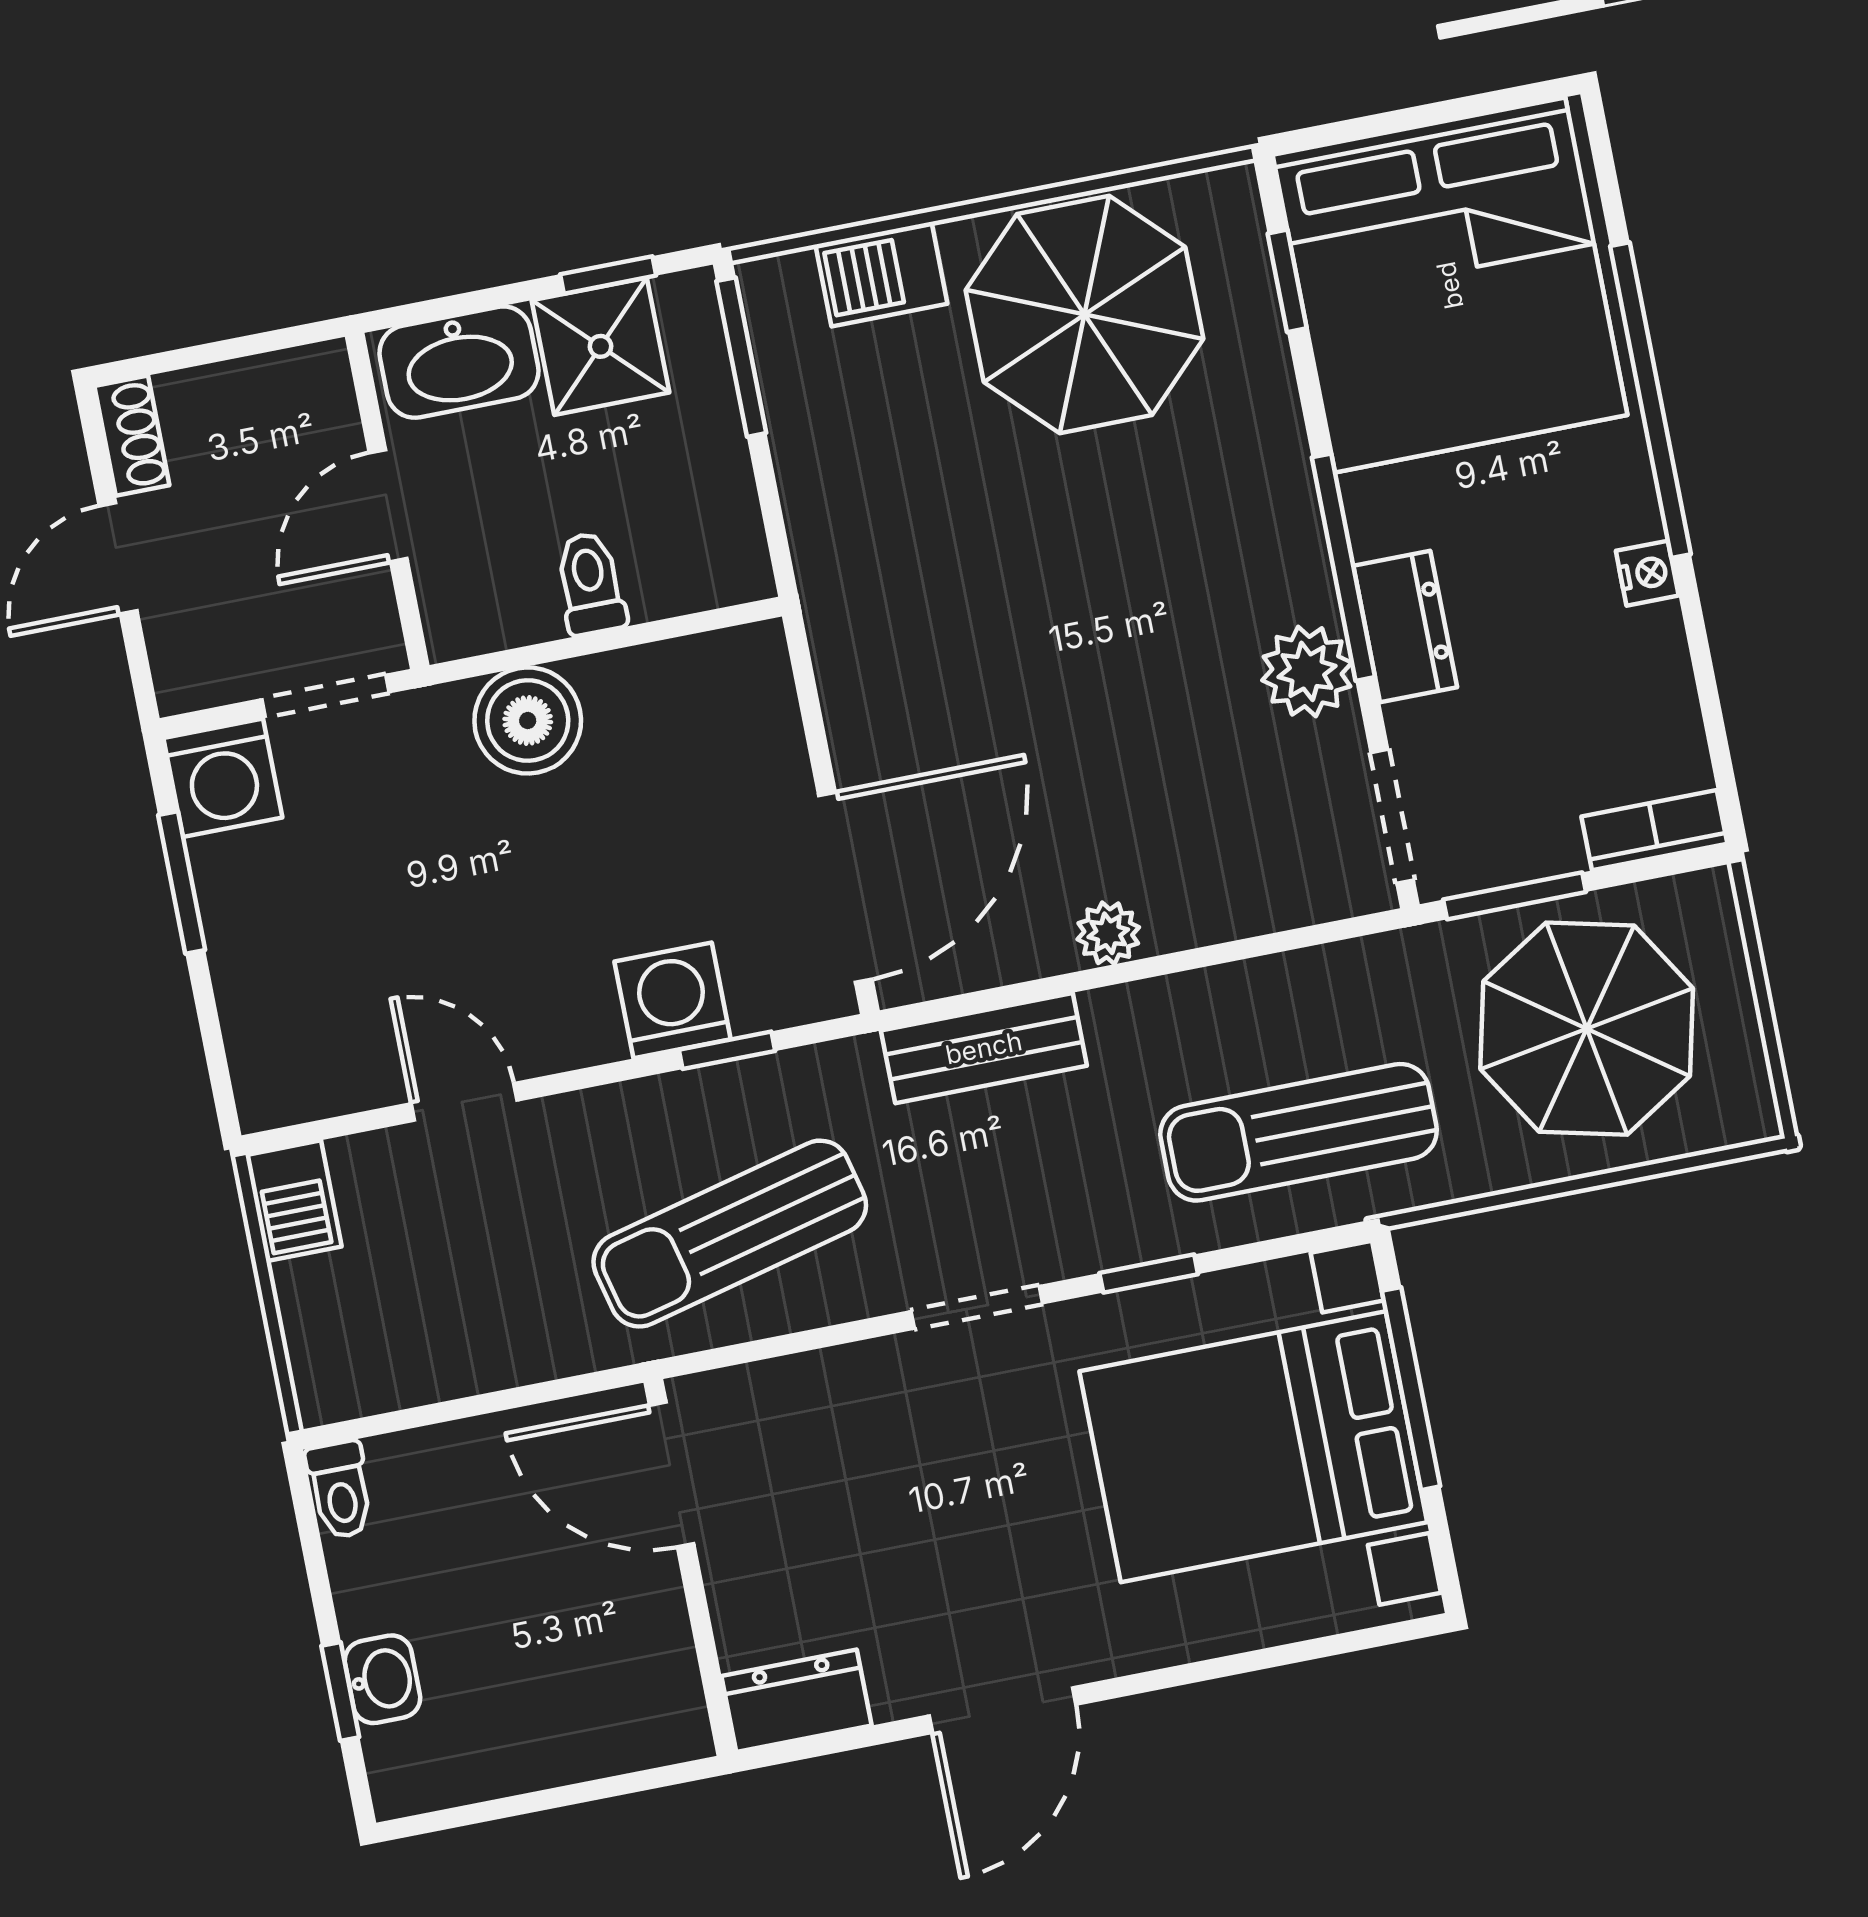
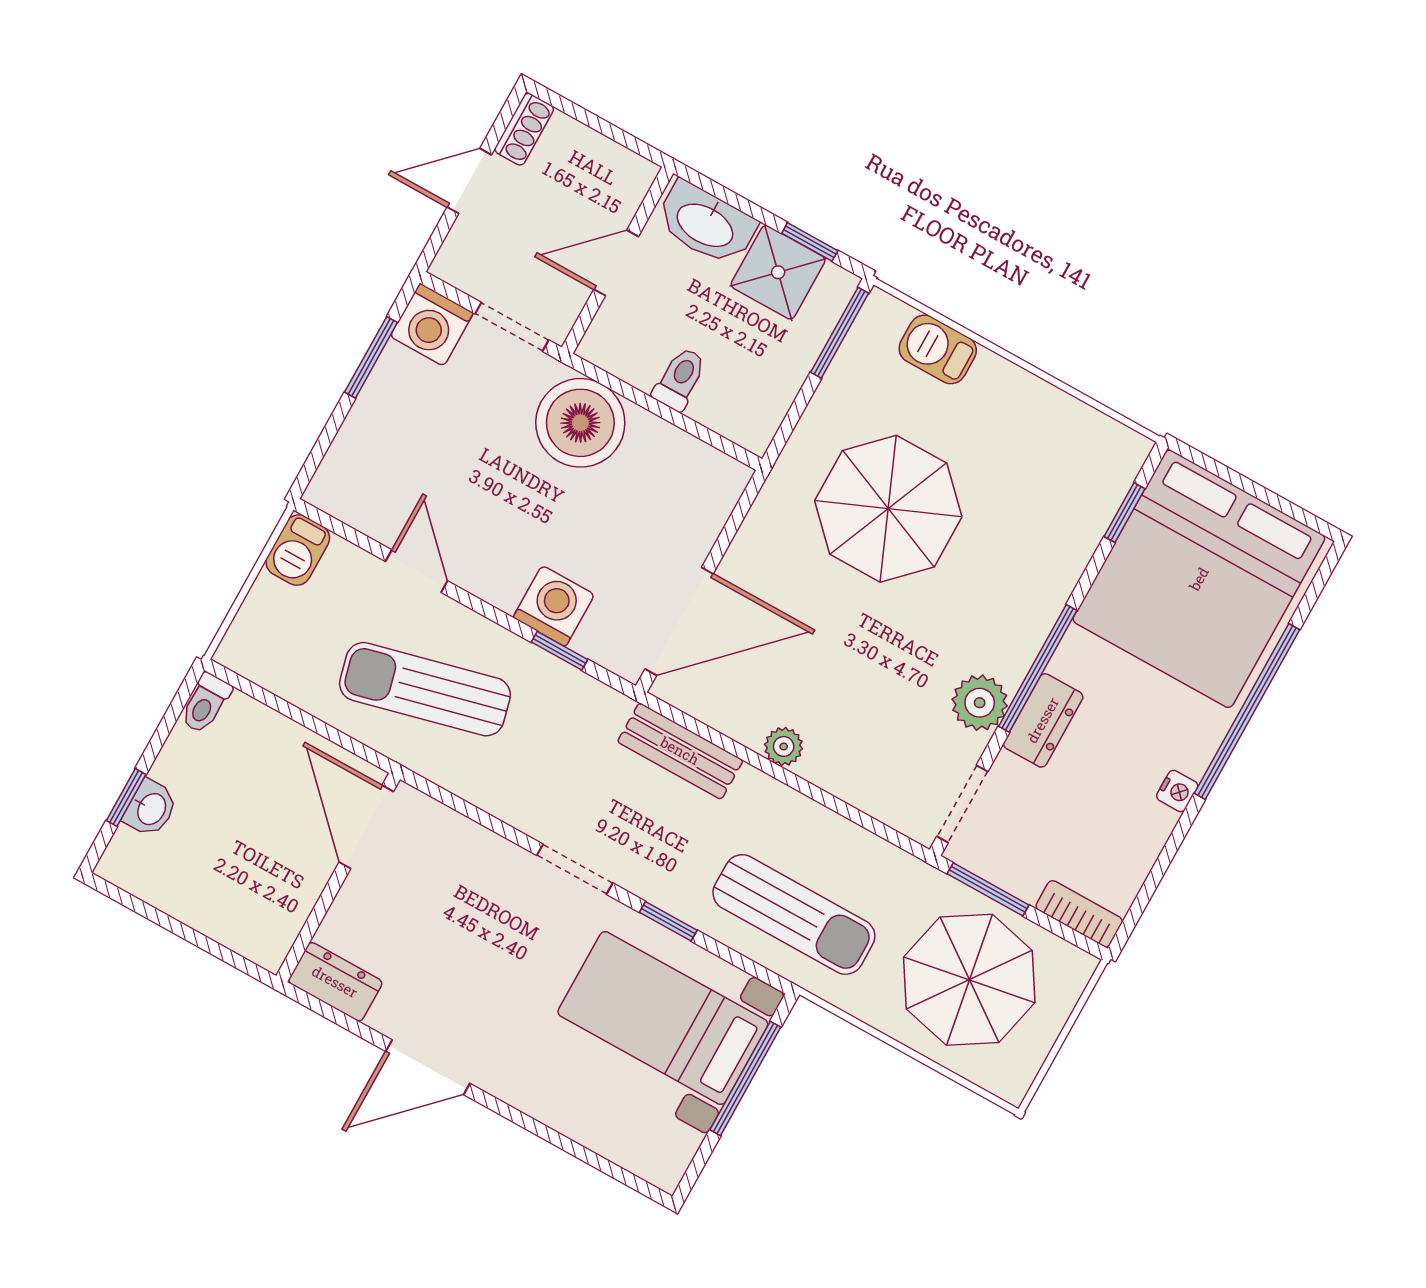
parasol: (1085, 314) -> (888, 509), moved
boiler: (528, 721) -> (580, 423), width x1.37, depth x1.37
sun lounger: (1299, 1132) -> (794, 914), turned 180
sun lounger: (730, 1234) -> (425, 689), moved
bed with nightstands: (1253, 1447) -> (663, 1018), width x0.73

